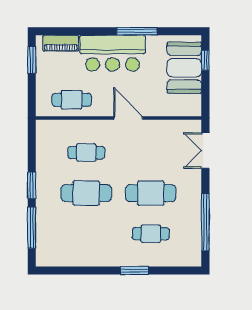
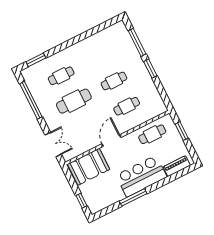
window: (32, 60) -> (182, 131), moved
booth: (184, 68) -> (89, 167), moved, turned 90
door: (128, 118) -> (111, 141), swing flipped
cafe table: (86, 193) -> (114, 81), width x0.73, depth x0.74
window: (135, 271) -> (36, 60), moved

